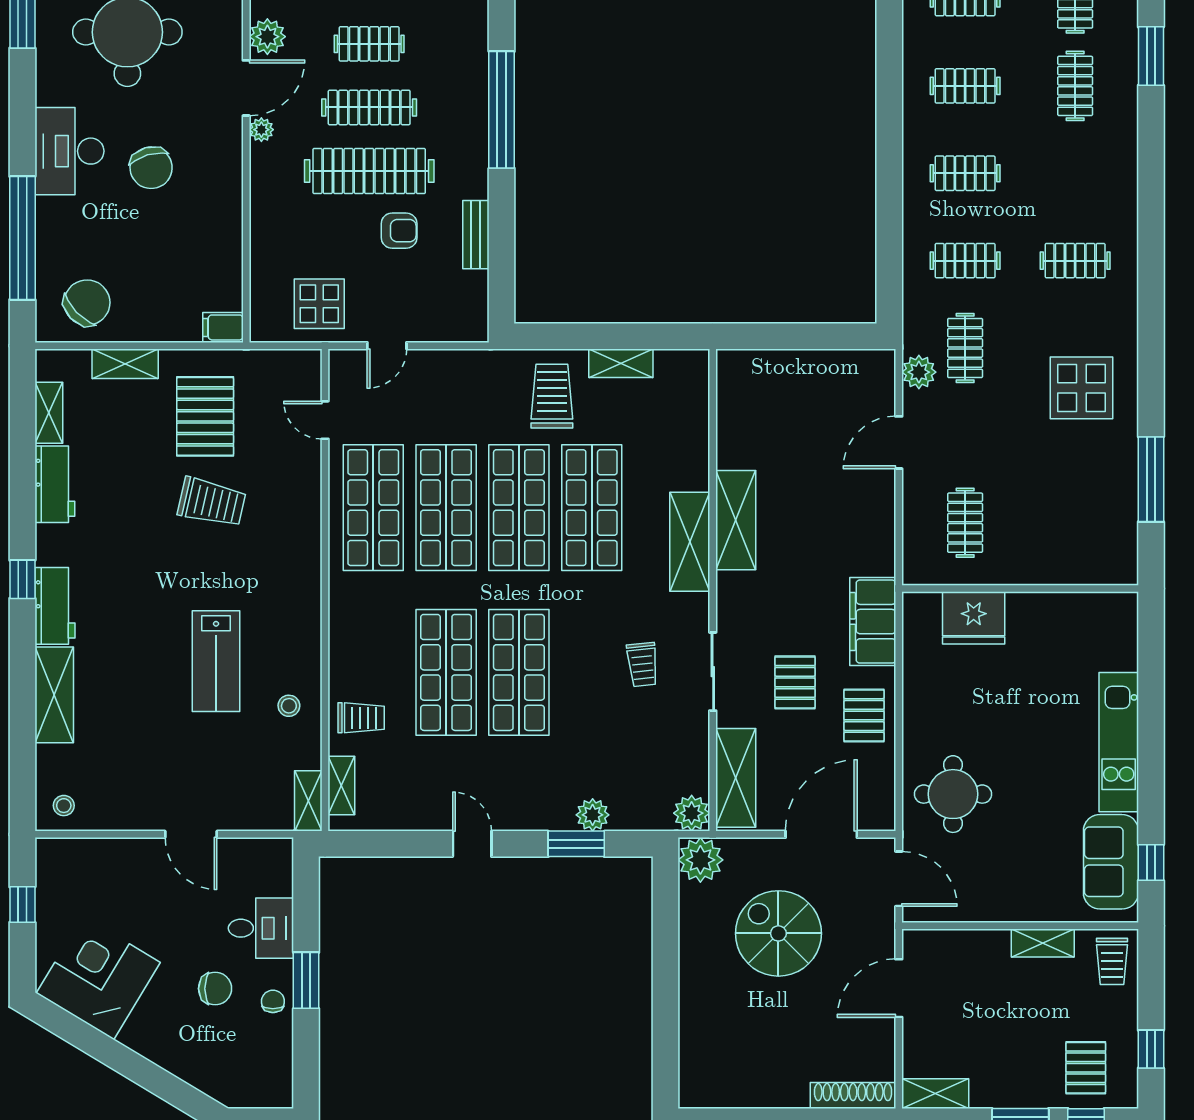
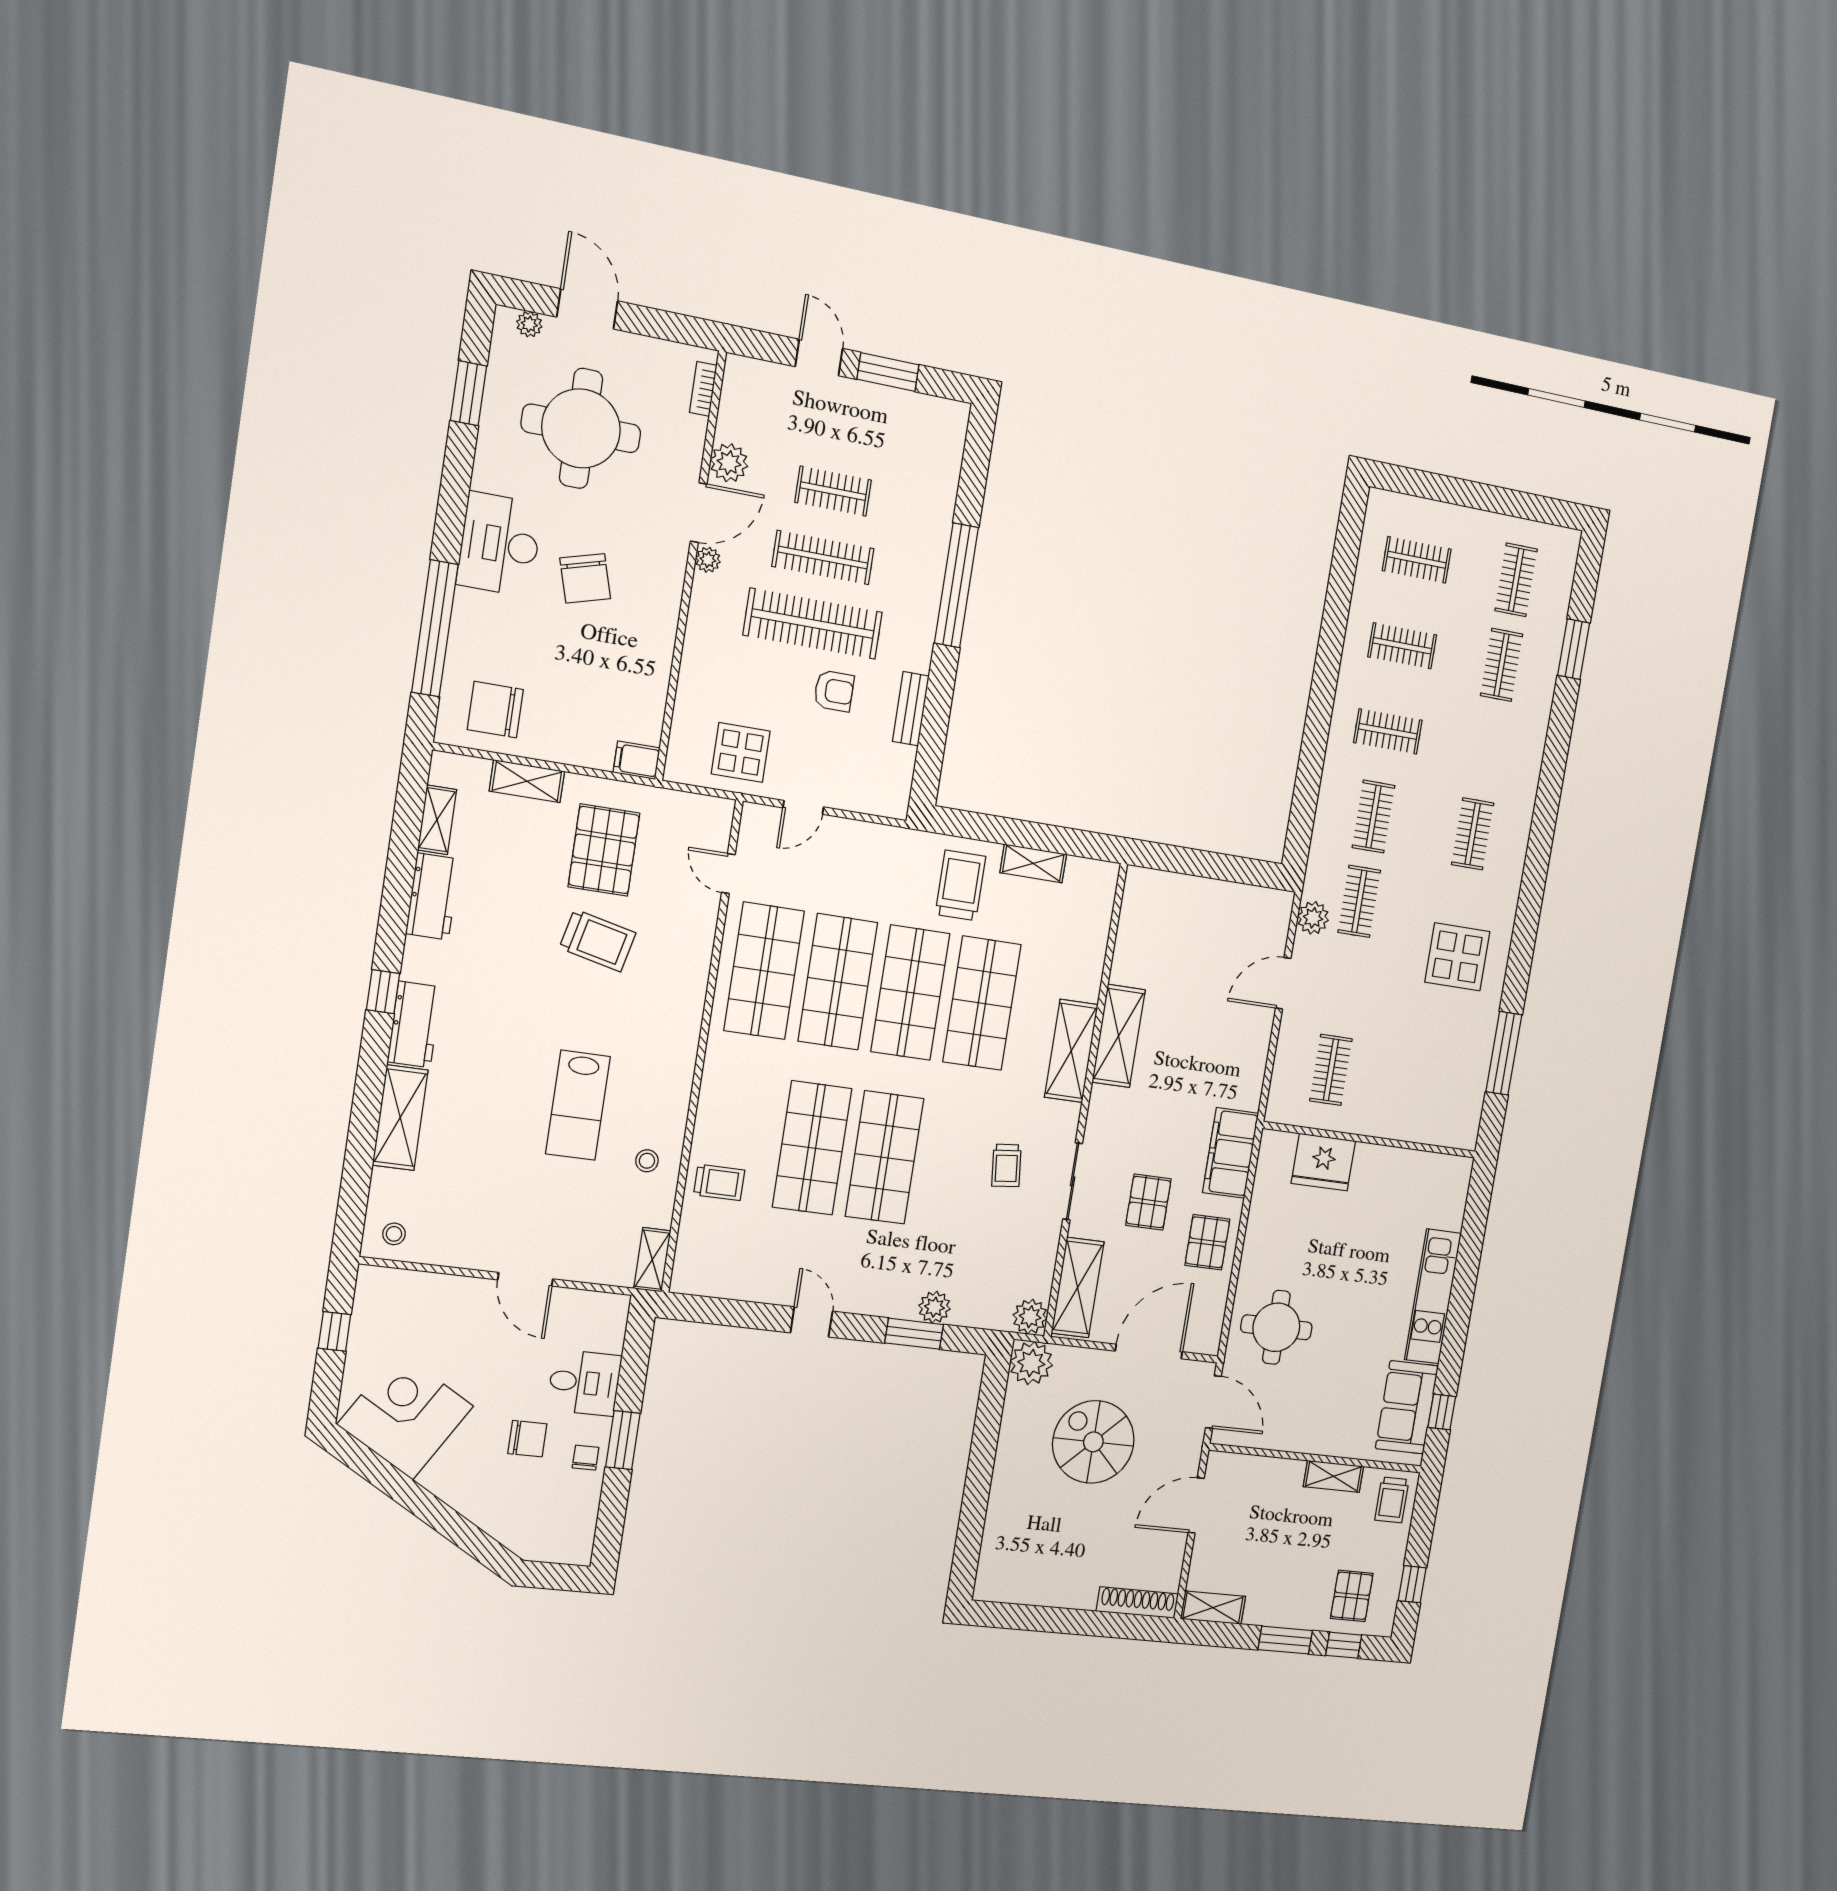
clothes rail: (965, 261) -> (1374, 817), turned 90
clothes rail: (1075, 261) -> (1473, 834), turned 90
chair: (87, 303) -> (495, 710), turned -136
shelving: (341, 785) -> (689, 1248), removed

